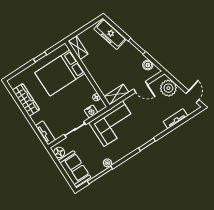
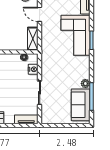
door: (141, 87) -> (40, 14), swing flipped
corner sofa: (113, 124) -> (75, 35), moved, turned 180
floor lamp: (59, 152) -> (50, 118), removed
sofa: (74, 169) -> (81, 105), moved, turned -90

